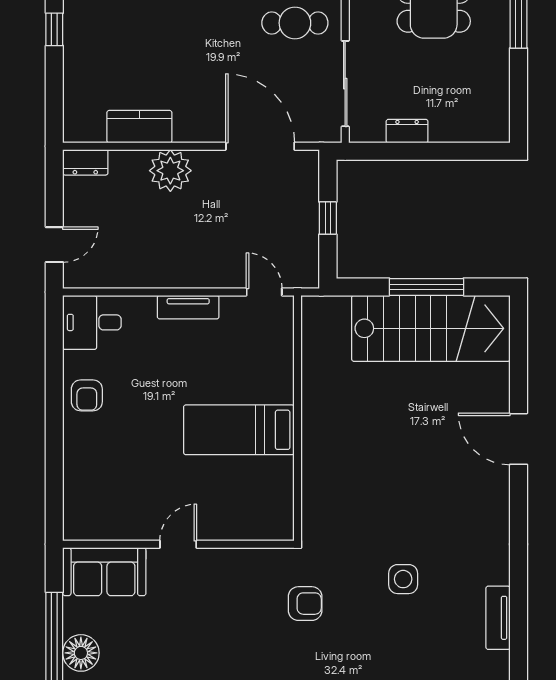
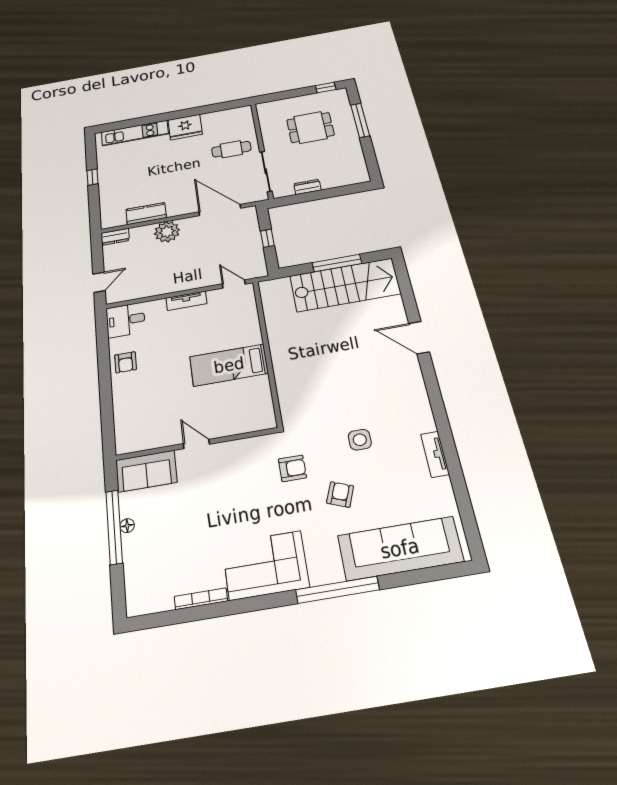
door: (178, 544) -> (196, 444), hinge flipped
armchair: (362, 651) -> (340, 494), added
floor lamp: (81, 653) -> (127, 526), width x0.53, depth x0.53

